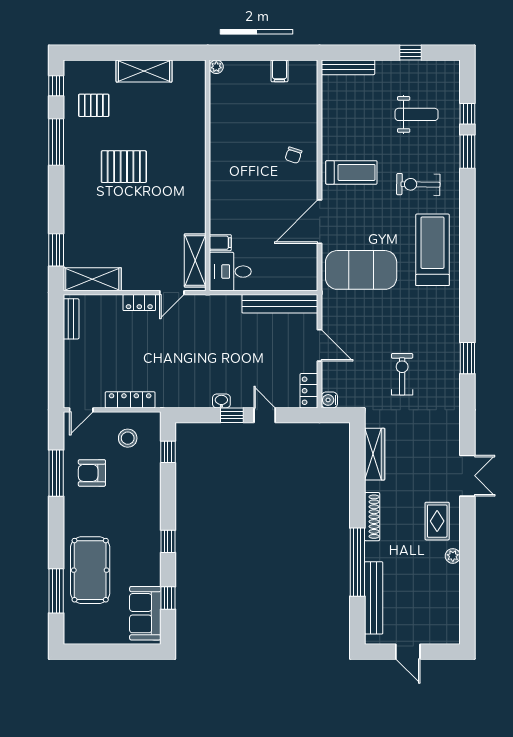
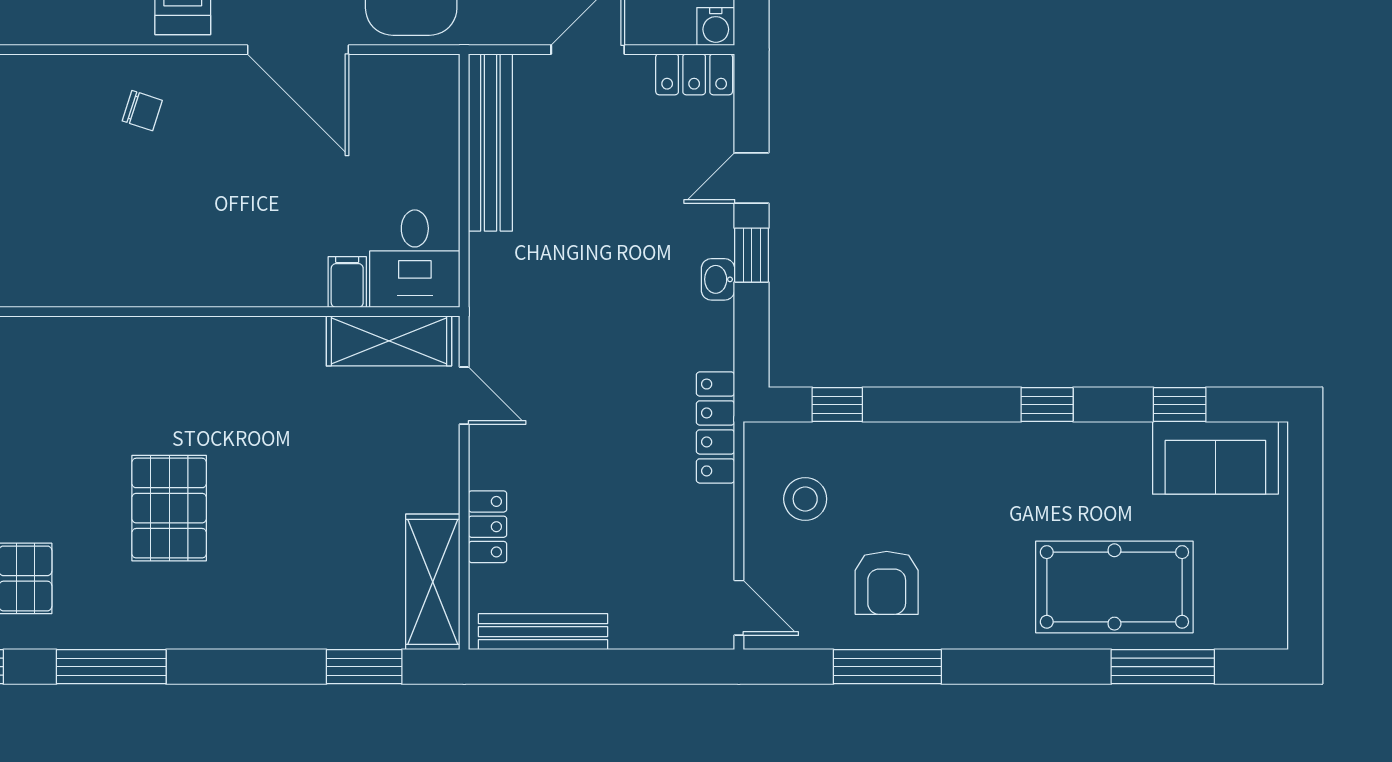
locker: (139, 303) -> (488, 527), moved
bench: (71, 319) -> (543, 632), width x1.36
locker: (130, 400) -> (715, 427), moved

